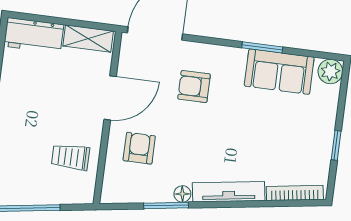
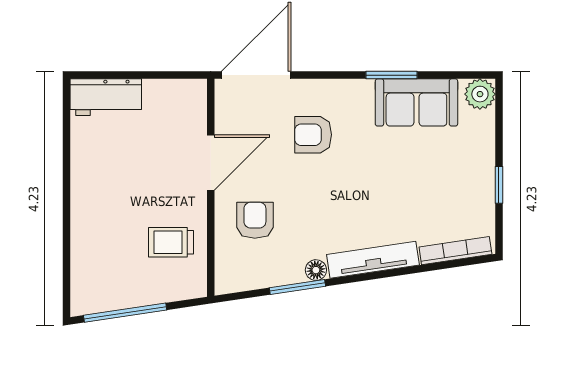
shelving: (88, 39) -> (174, 92), removed

